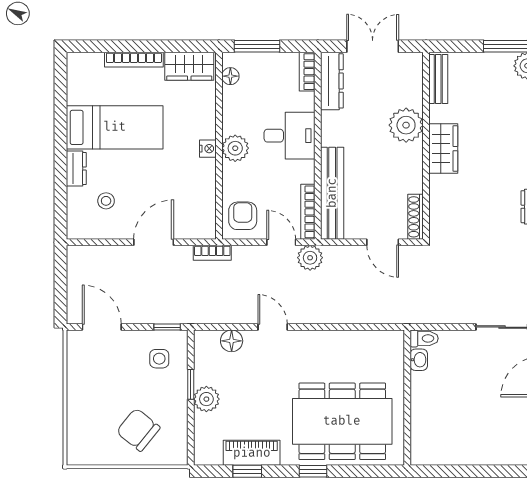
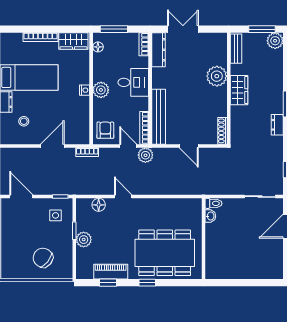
bench: (438, 79) -> (236, 49), moved
plant: (406, 125) -> (217, 76), moved
wall: (426, 146) -> (229, 88), moved
wardrobe: (443, 149) -> (239, 90), moved
shoe rack: (416, 217) -> (222, 131), moved

